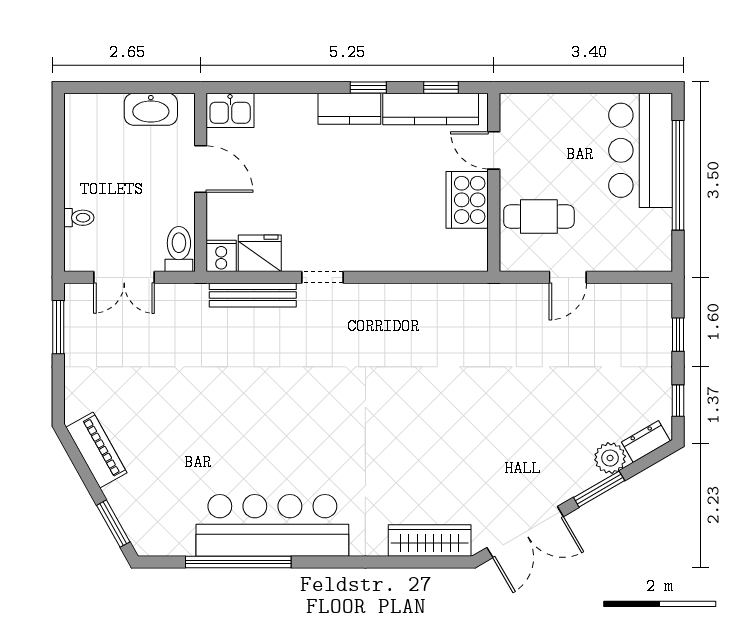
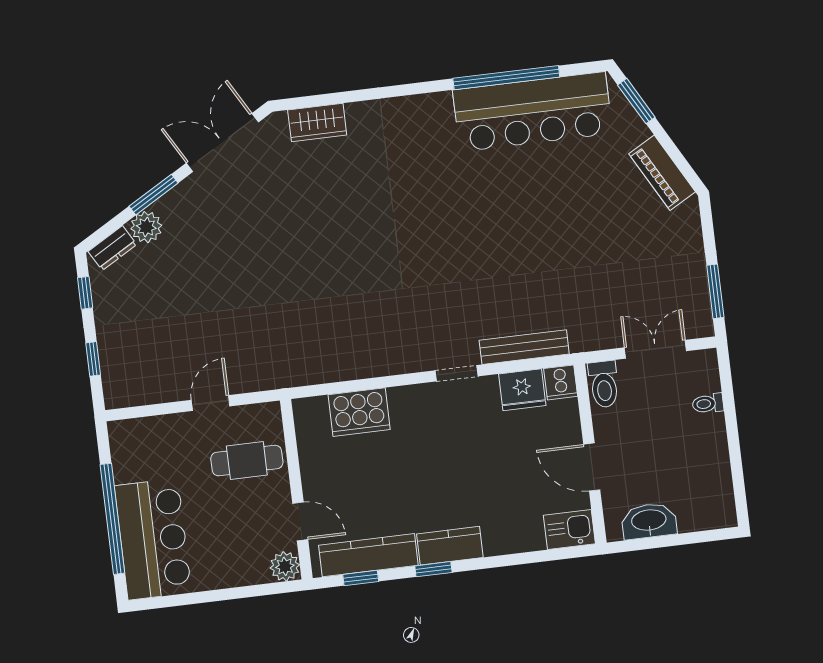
plant: (514, 108) -> (285, 566), added
cooker: (467, 200) -> (359, 412), moved, turned 90
bar counter: (272, 525) -> (533, 112), moved
wardrobe: (430, 541) -> (317, 122), width x0.67

